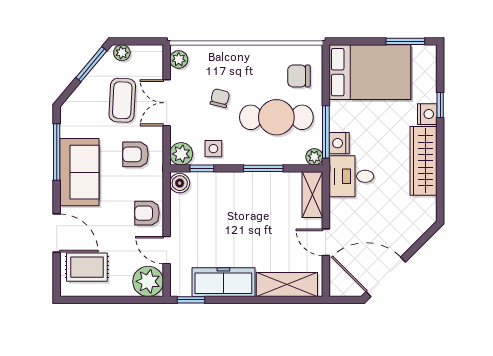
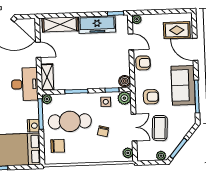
nightstand: (339, 143) -> (33, 126), moved
desk: (351, 176) -> (25, 84), width x1.37
plant: (148, 281) -> (137, 19), width x0.53, depth x0.53

